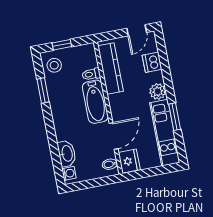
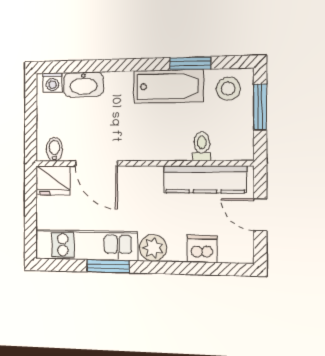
door: (137, 30) -> (260, 215), moved
window: (62, 45) -> (260, 107), width x1.50
bathtub: (95, 102) -> (168, 86), moved, turned 180

